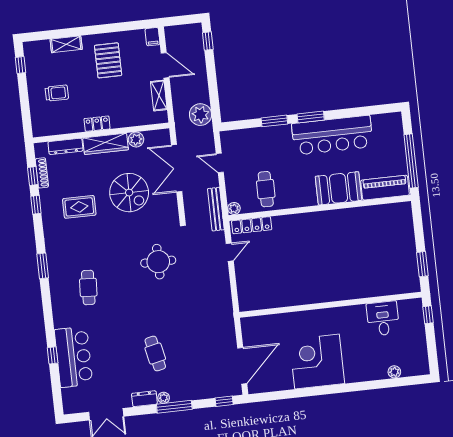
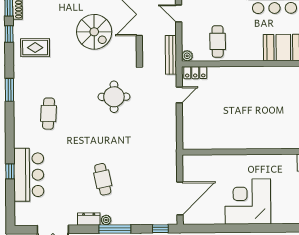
rug: (79, 207) -> (35, 48), moved
locker: (252, 225) -> (195, 73), width x0.66

